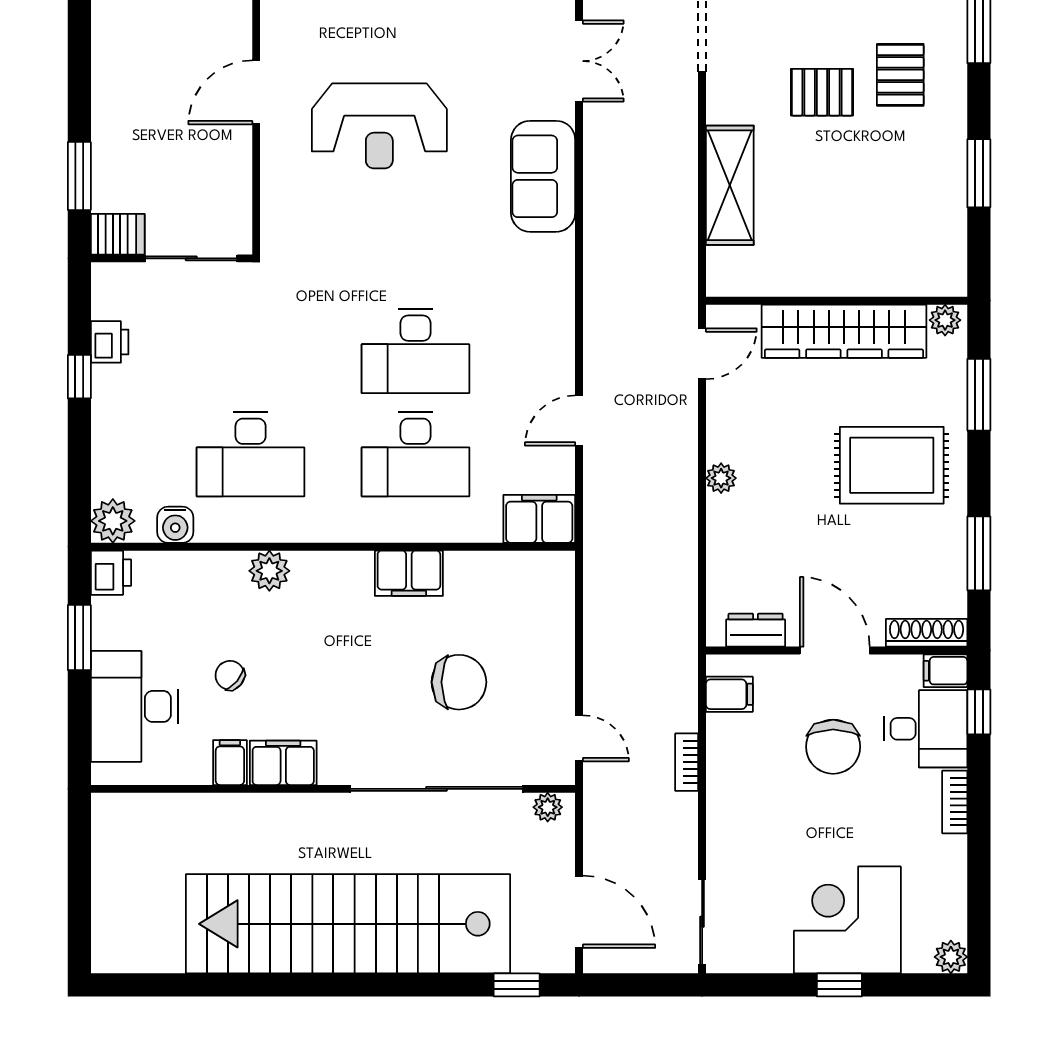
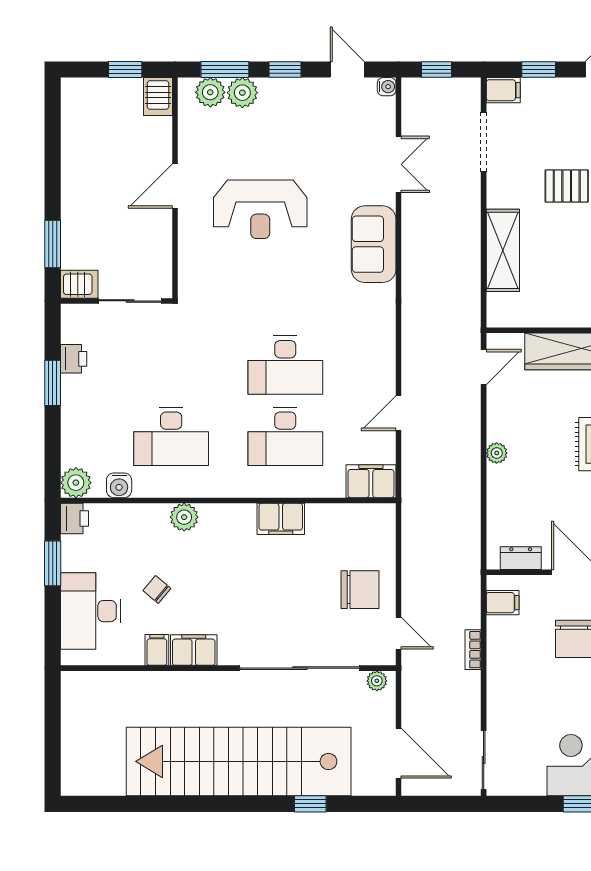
window: (79, 377) -> (53, 383), width x1.50
chair: (459, 682) -> (360, 590), moved
window: (517, 985) -> (310, 804), moved

